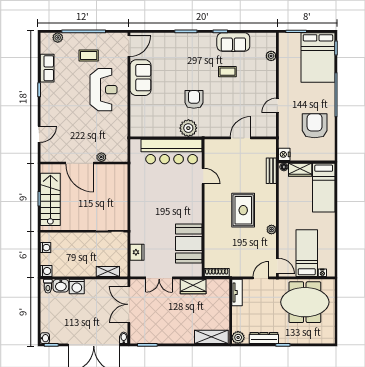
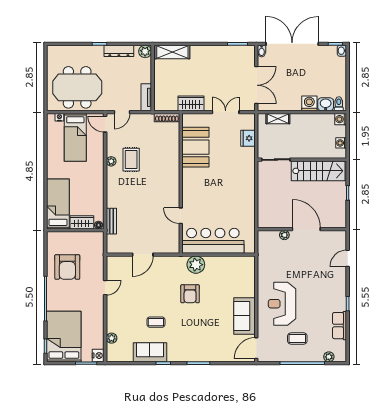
nightstand: (284, 154) -> (98, 356), moved
stairs: (50, 199) -> (318, 171), moved, turned -90
rug: (243, 210) -> (131, 160), moved, width x0.73, depth x0.70

